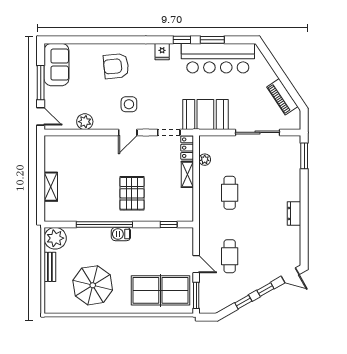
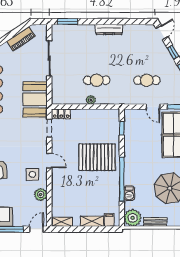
side table: (129, 104) -> (32, 174), moved
plant: (205, 160) -> (91, 100), moved
shelving: (187, 174) -> (62, 222), moved
pallet: (132, 193) -> (97, 157), width x1.37, depth x1.41
filing cabinet: (52, 209) -> (109, 220), added
dresser: (294, 213) -> (109, 30), width x1.44
barbecue: (121, 234) -> (129, 193), moved
door: (196, 264) -> (153, 107), swing flipped

